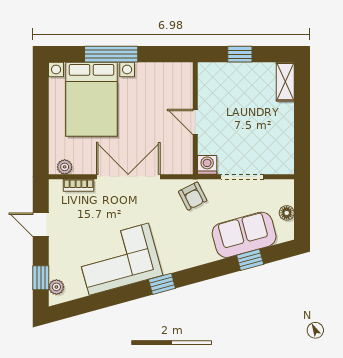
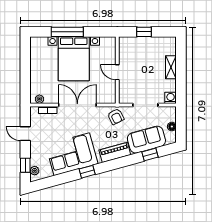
shelving: (285, 82) -> (171, 67), moved
bed with nightstands: (92, 99) -> (74, 59), moved
washing machine: (207, 165) -> (171, 98), moved
piano: (191, 256) -> (115, 152), added
window: (162, 284) -> (87, 172), moved

